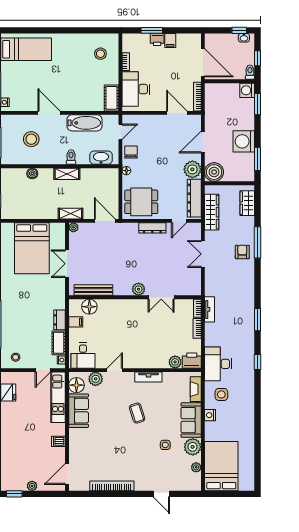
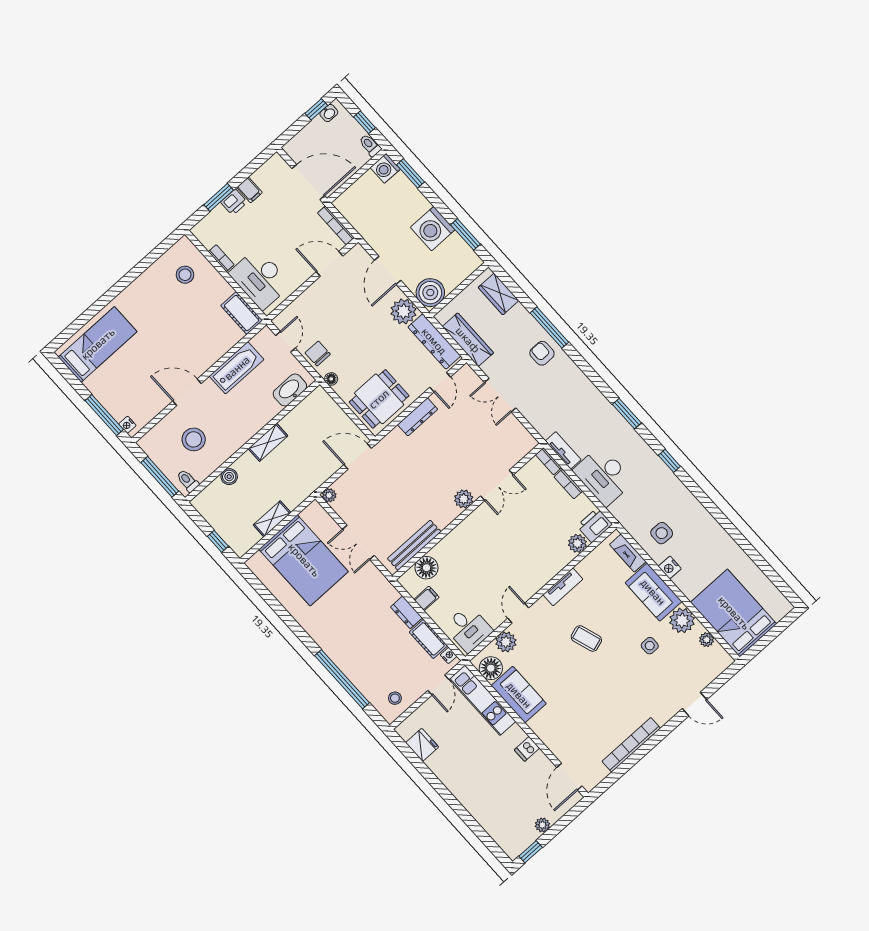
toilet: (71, 157) -> (188, 481), moved
shelving: (70, 214) -> (272, 519), moved
desk: (218, 364) -> (603, 476), moved

